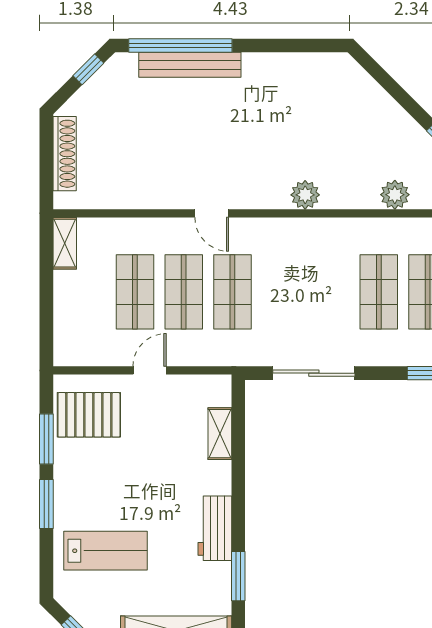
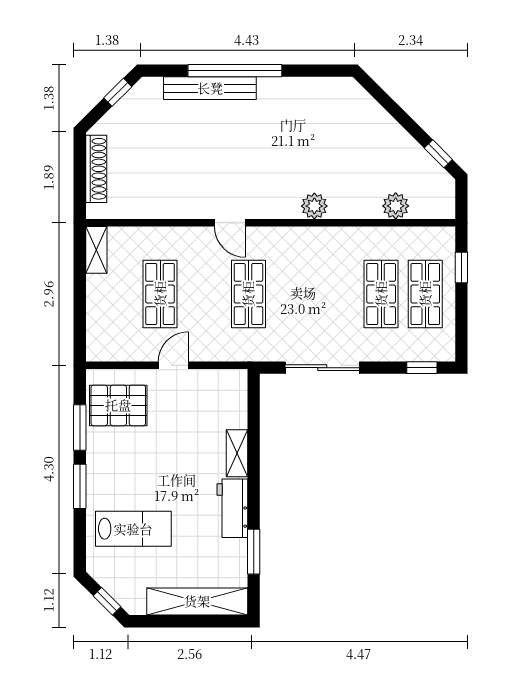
window: (180, 45) -> (235, 71), moved
shop shelf: (184, 292) -> (204, 294), removed
shelving: (220, 434) -> (237, 453), moved

